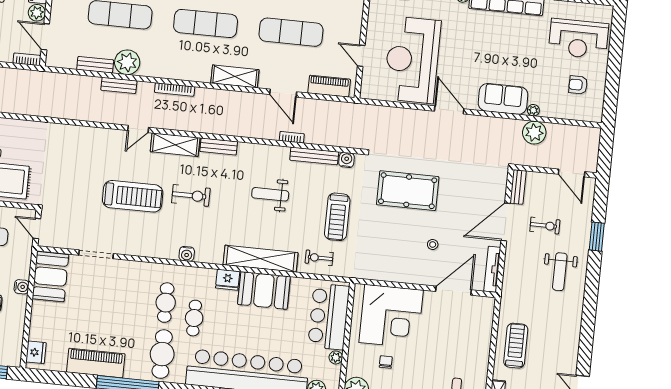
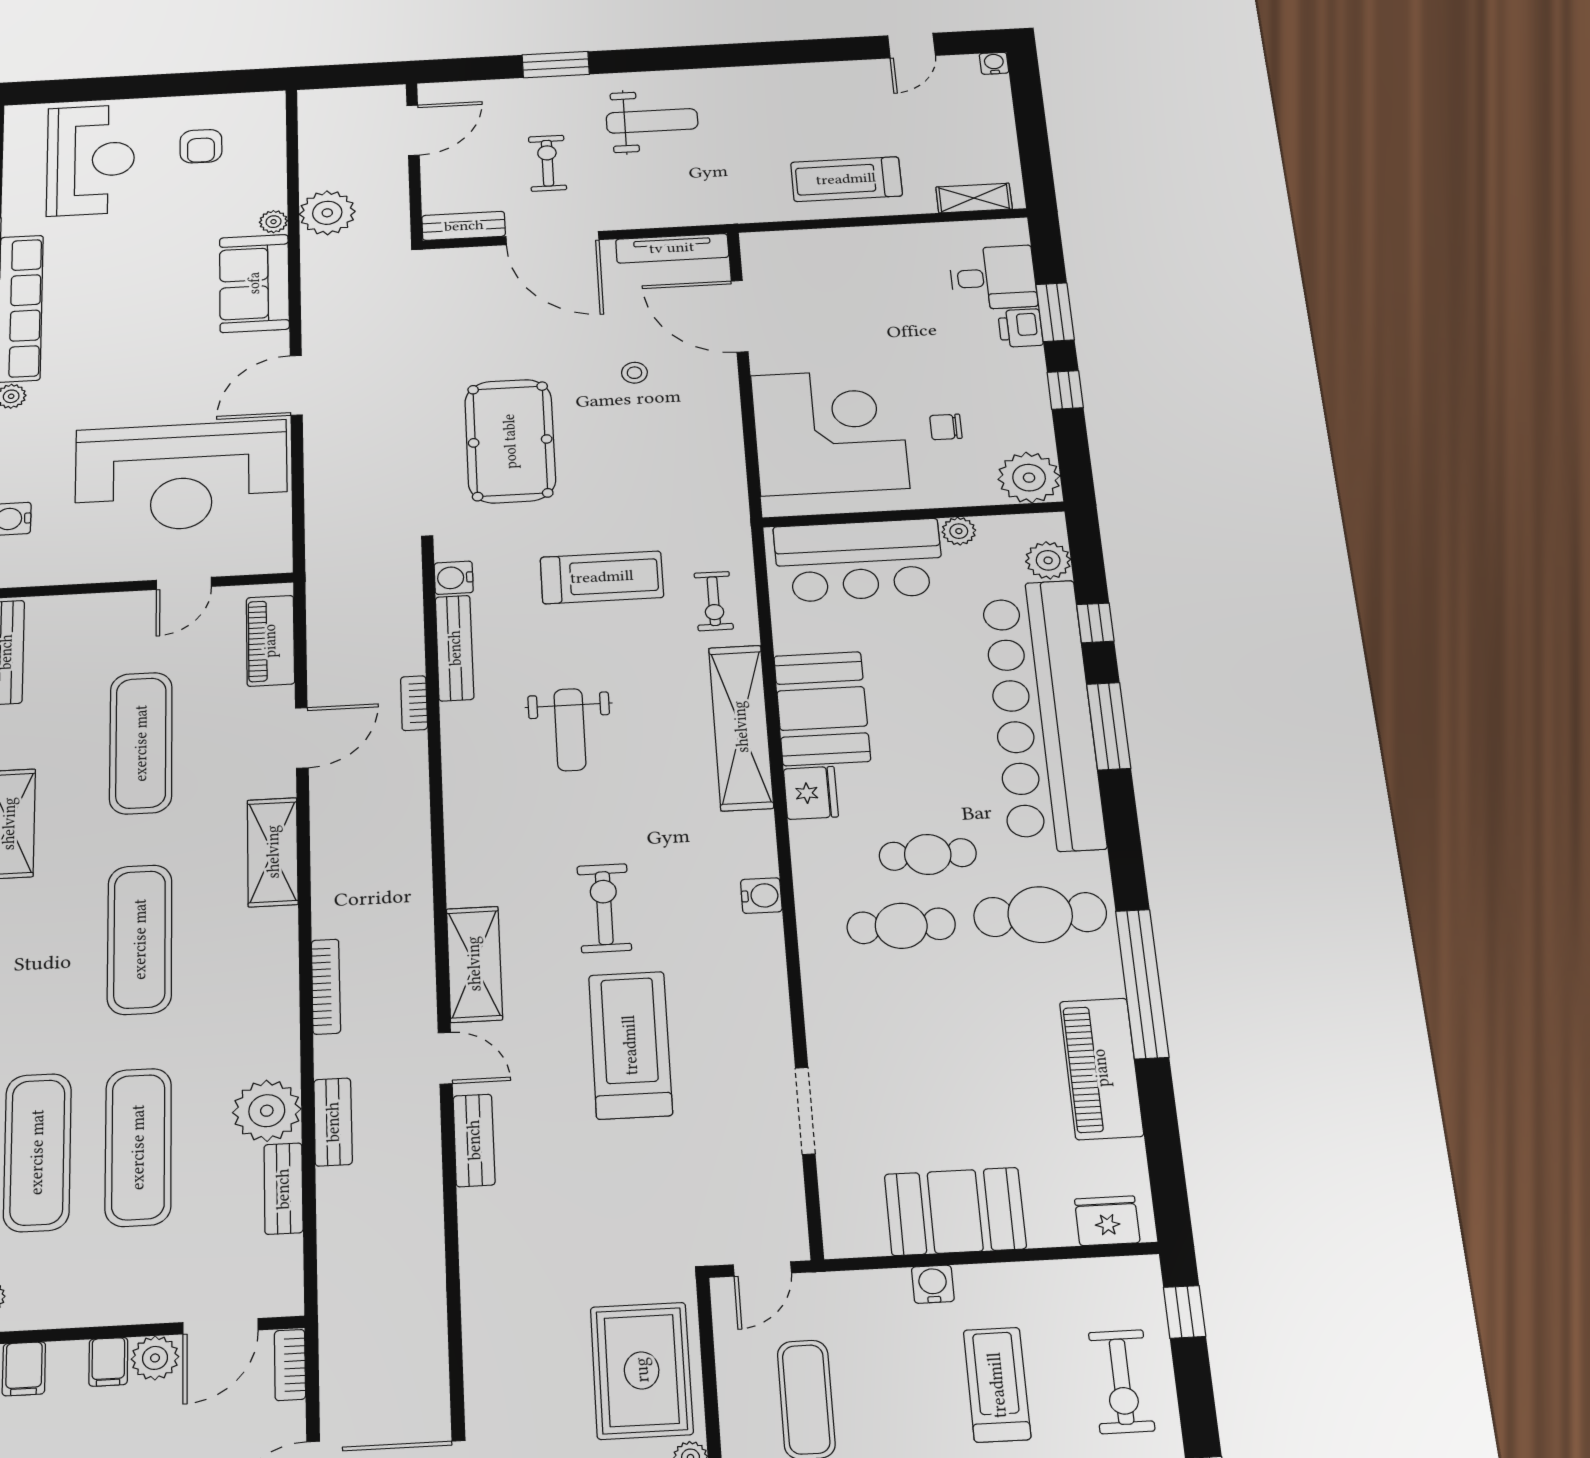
bench: (219, 146) -> (474, 1140), moved
booth: (50, 277) -> (955, 1211), moved

